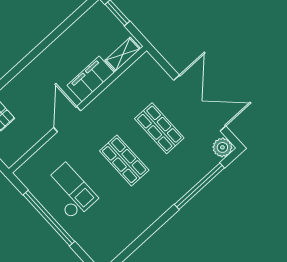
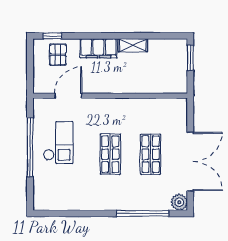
shelving: (123, 54) -> (133, 45), moved
filing cabinet: (91, 79) -> (99, 48), moved, turned 180
door: (67, 119) -> (68, 96), moved

